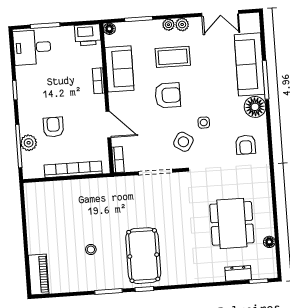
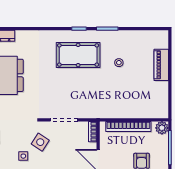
plant: (29, 143) -> (162, 128), moved
pool table: (143, 256) -> (78, 55), turned 90
piano: (39, 275) -> (161, 65), moved

